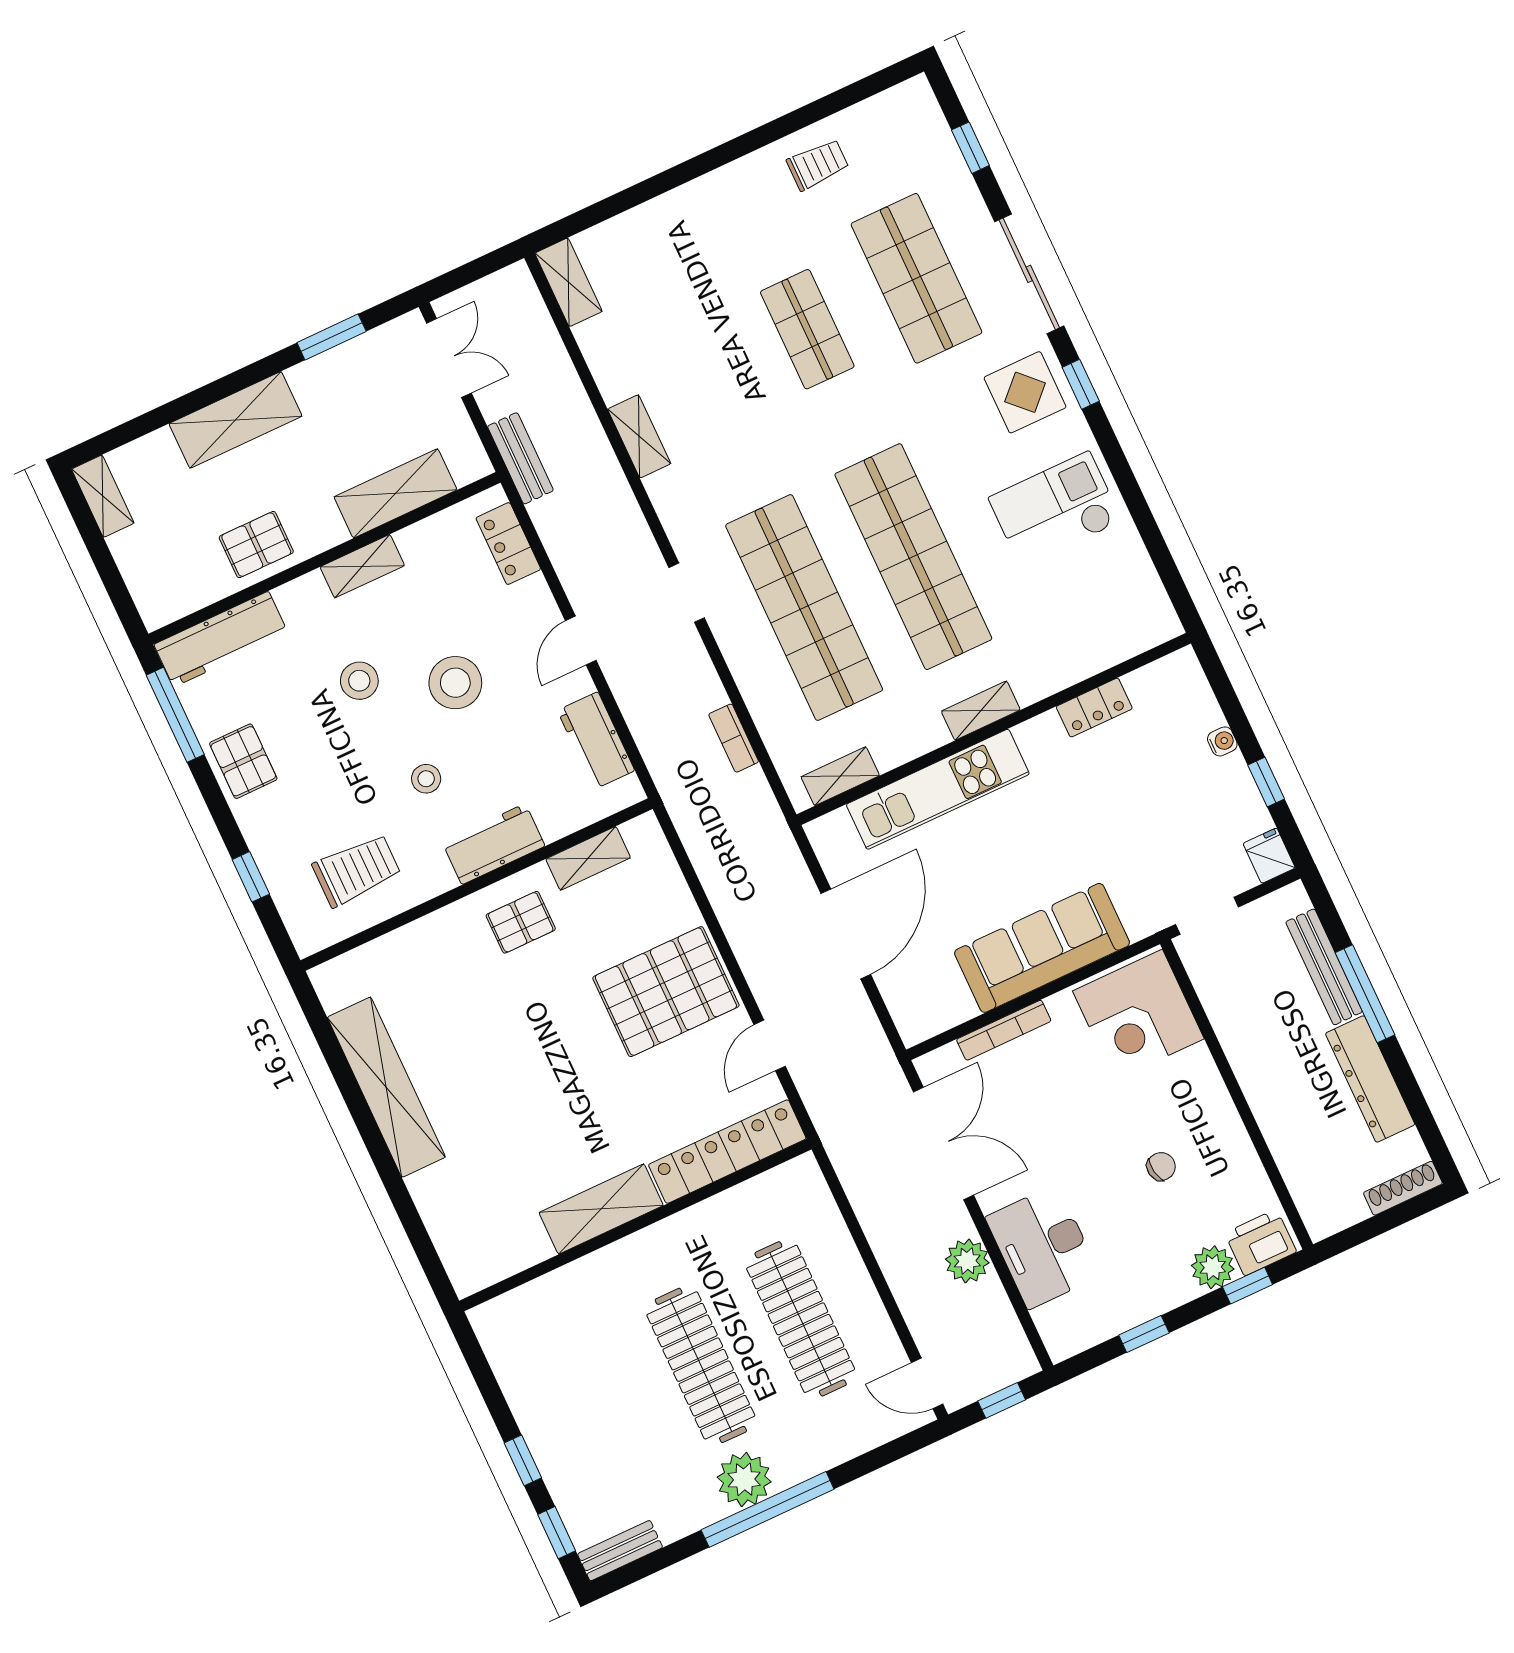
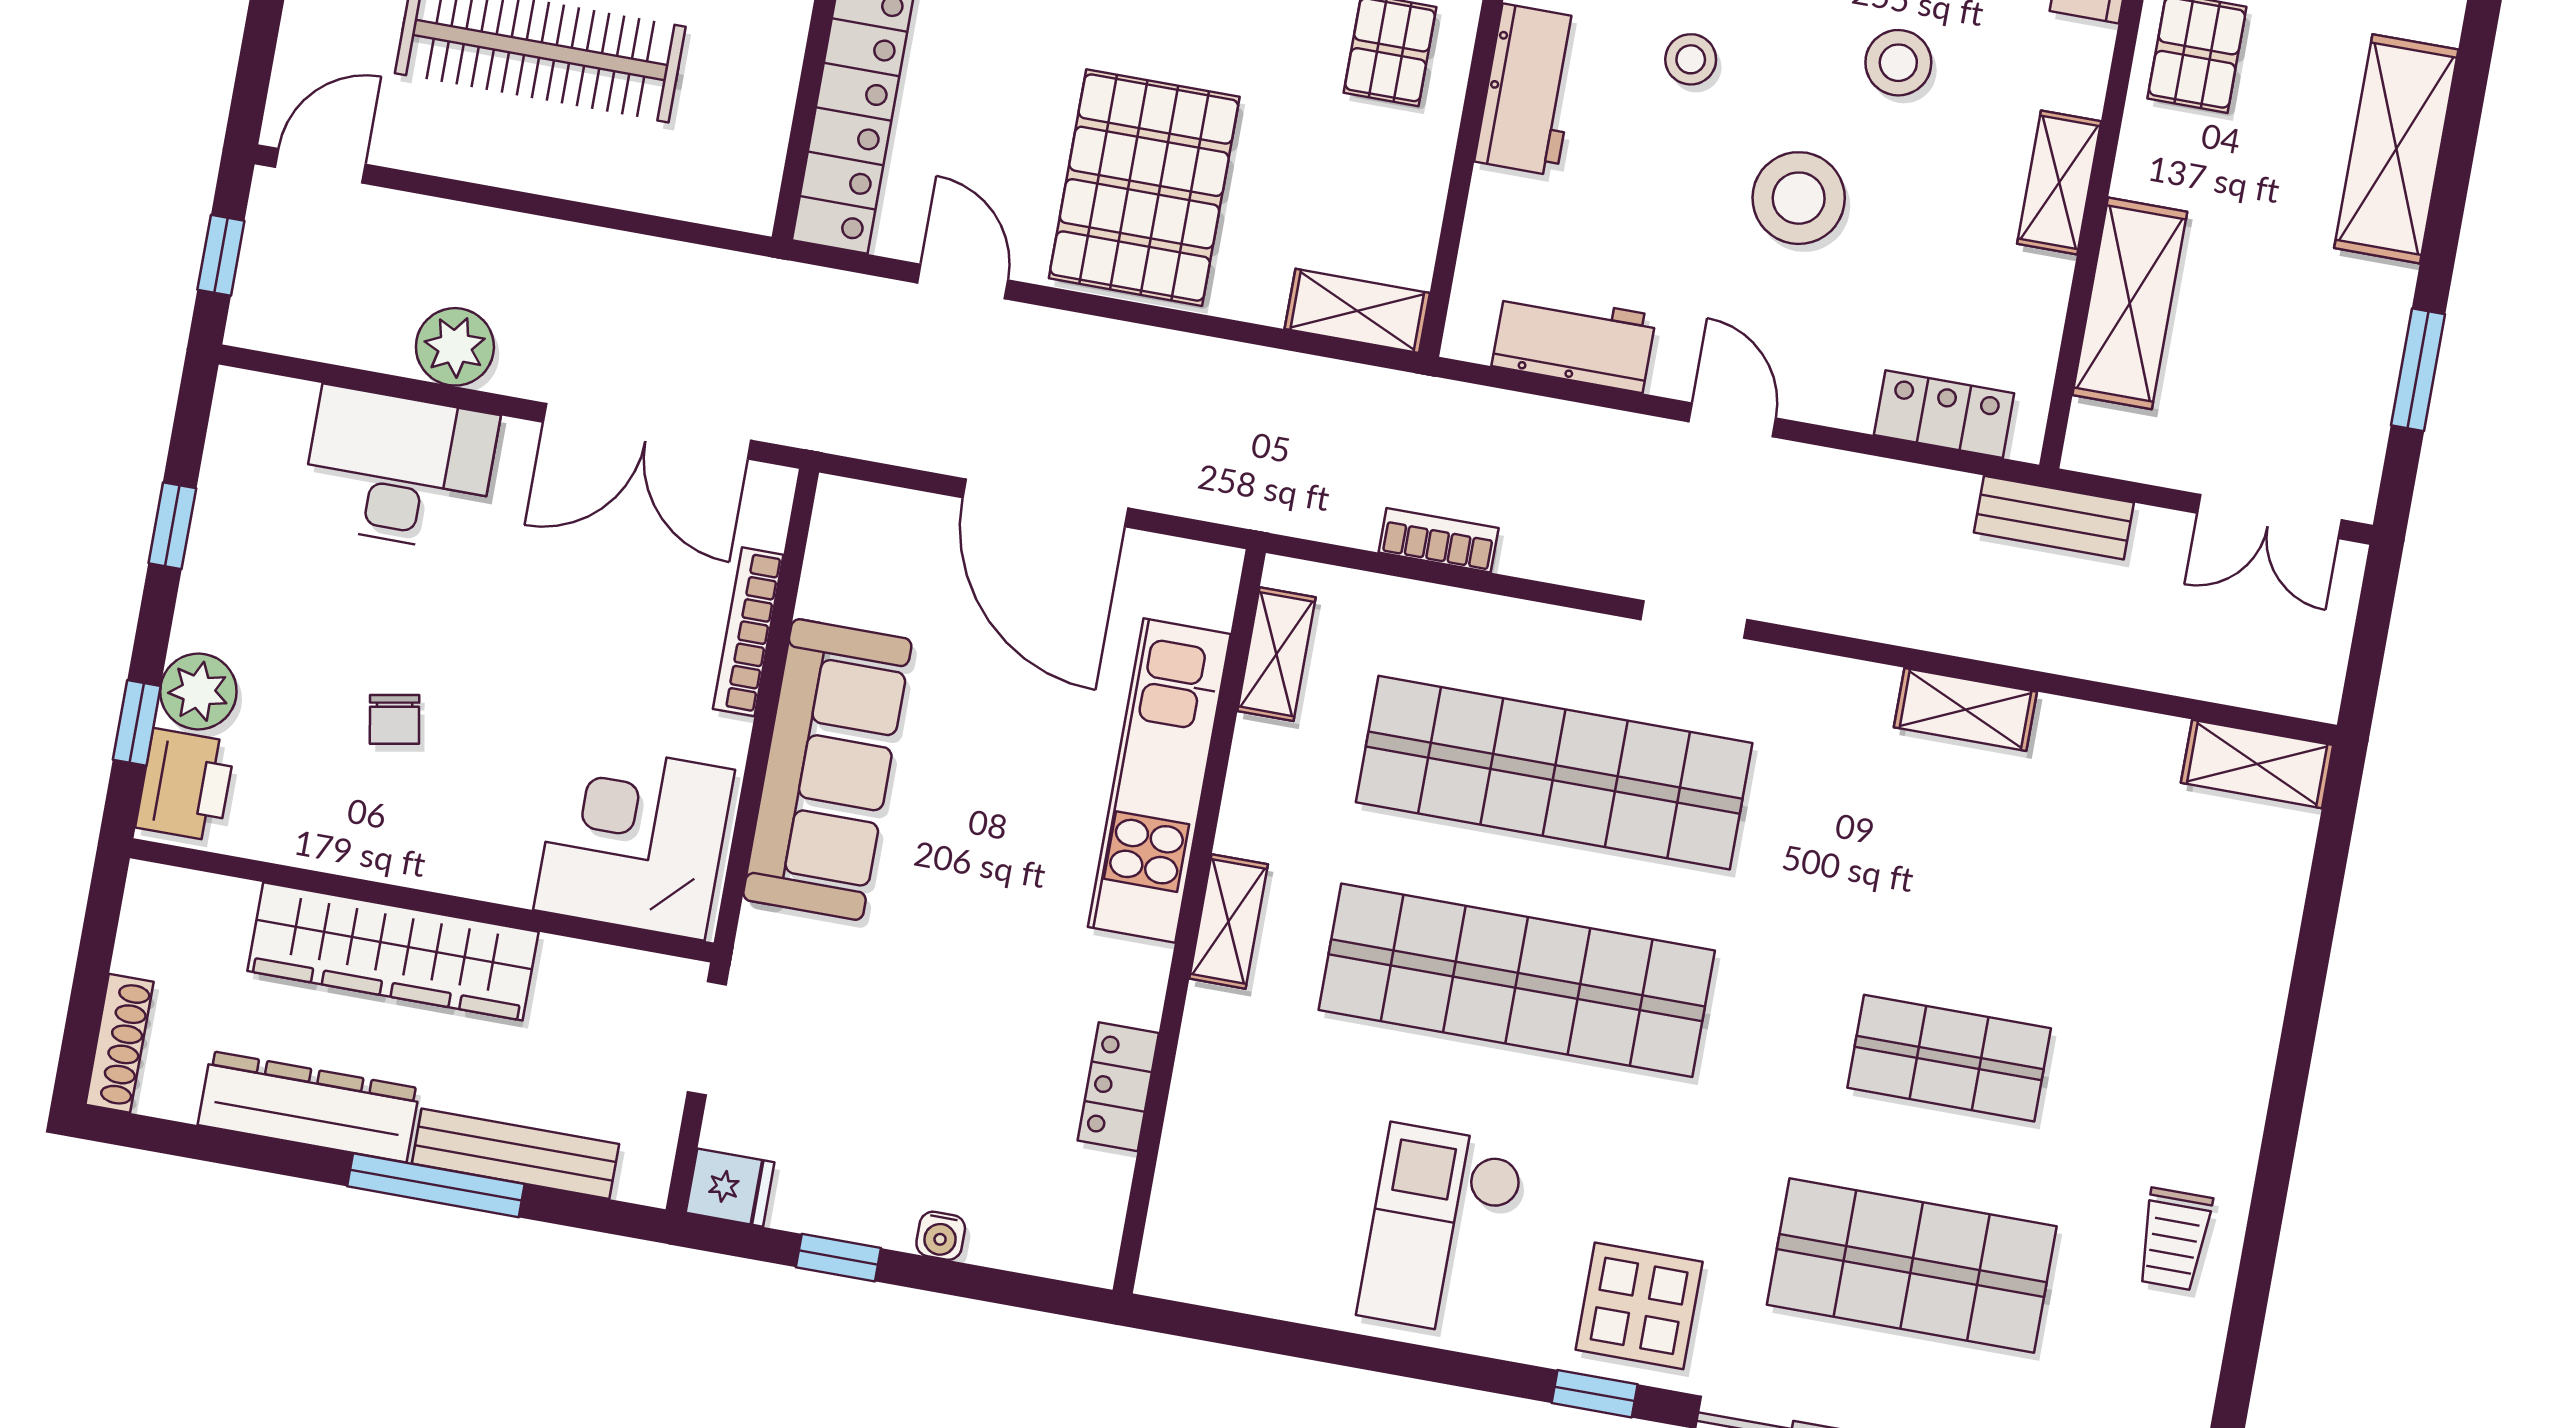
checkout: (1055, 509) -> (1441, 1231), turned 180
shelving: (588, 858) -> (1357, 311), moved, turned 90
wardrobe: (1270, 1091) -> (393, 951), added

